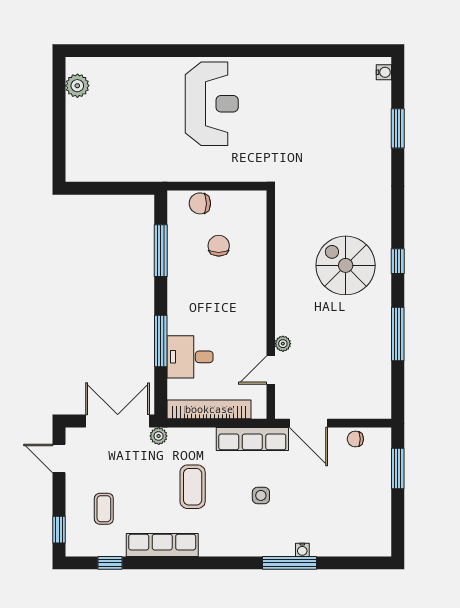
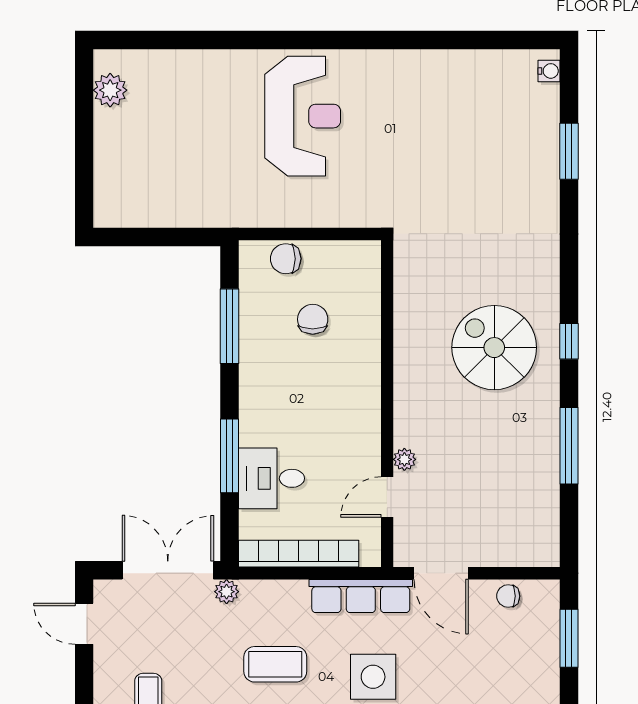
coffee table: (193, 487) -> (275, 664), turned 90
side table: (261, 495) -> (373, 677), width x1.87, depth x1.87

